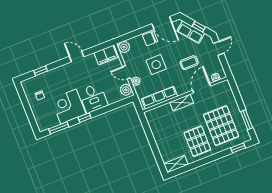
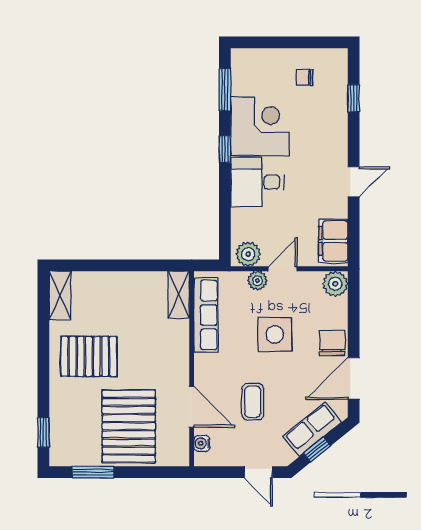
shelving: (182, 103) -> (179, 295), moved
pallet: (221, 126) -> (129, 426), moved, turned 90

